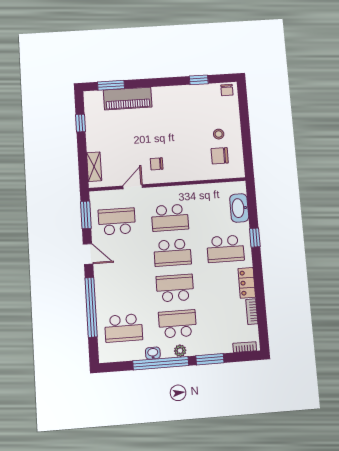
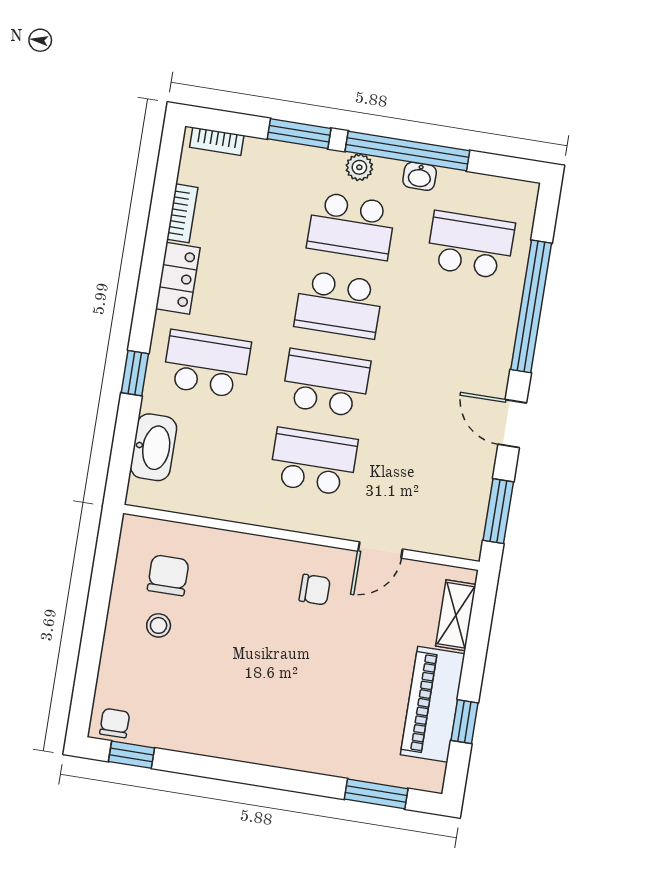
window: (199, 80) -> (131, 755), moved
piano: (128, 99) -> (433, 704), moved, turned -90
chair: (220, 156) -> (168, 575), turned -90
school desk: (117, 221) -> (433, 481), removed

